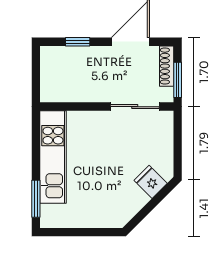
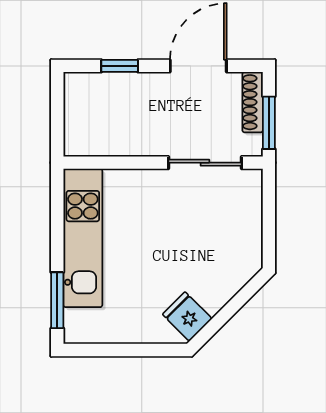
fridge: (151, 182) -> (187, 316), moved

